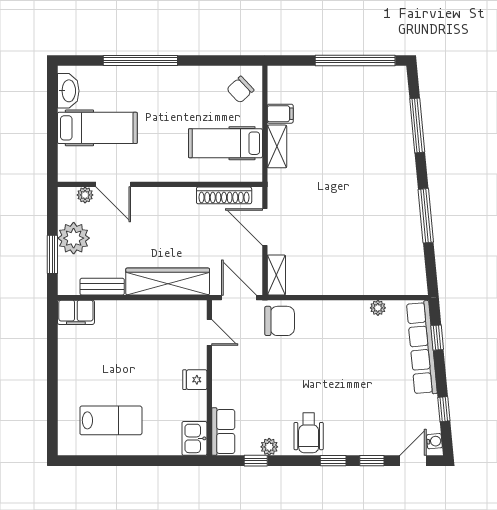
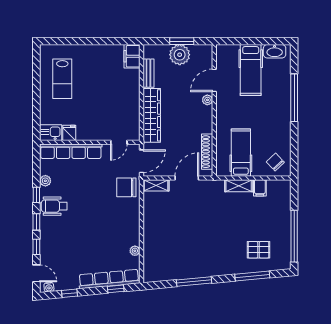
pallet: (376, 116) -> (259, 250), added
plant: (85, 195) -> (207, 100), moved
window: (52, 254) -> (182, 41), moved
chair: (280, 321) -> (126, 187), turned 90
fridge: (195, 380) -> (69, 133), moved
row of seats: (223, 432) -> (71, 151), width x2.02
window: (256, 461) -> (36, 195), moved

